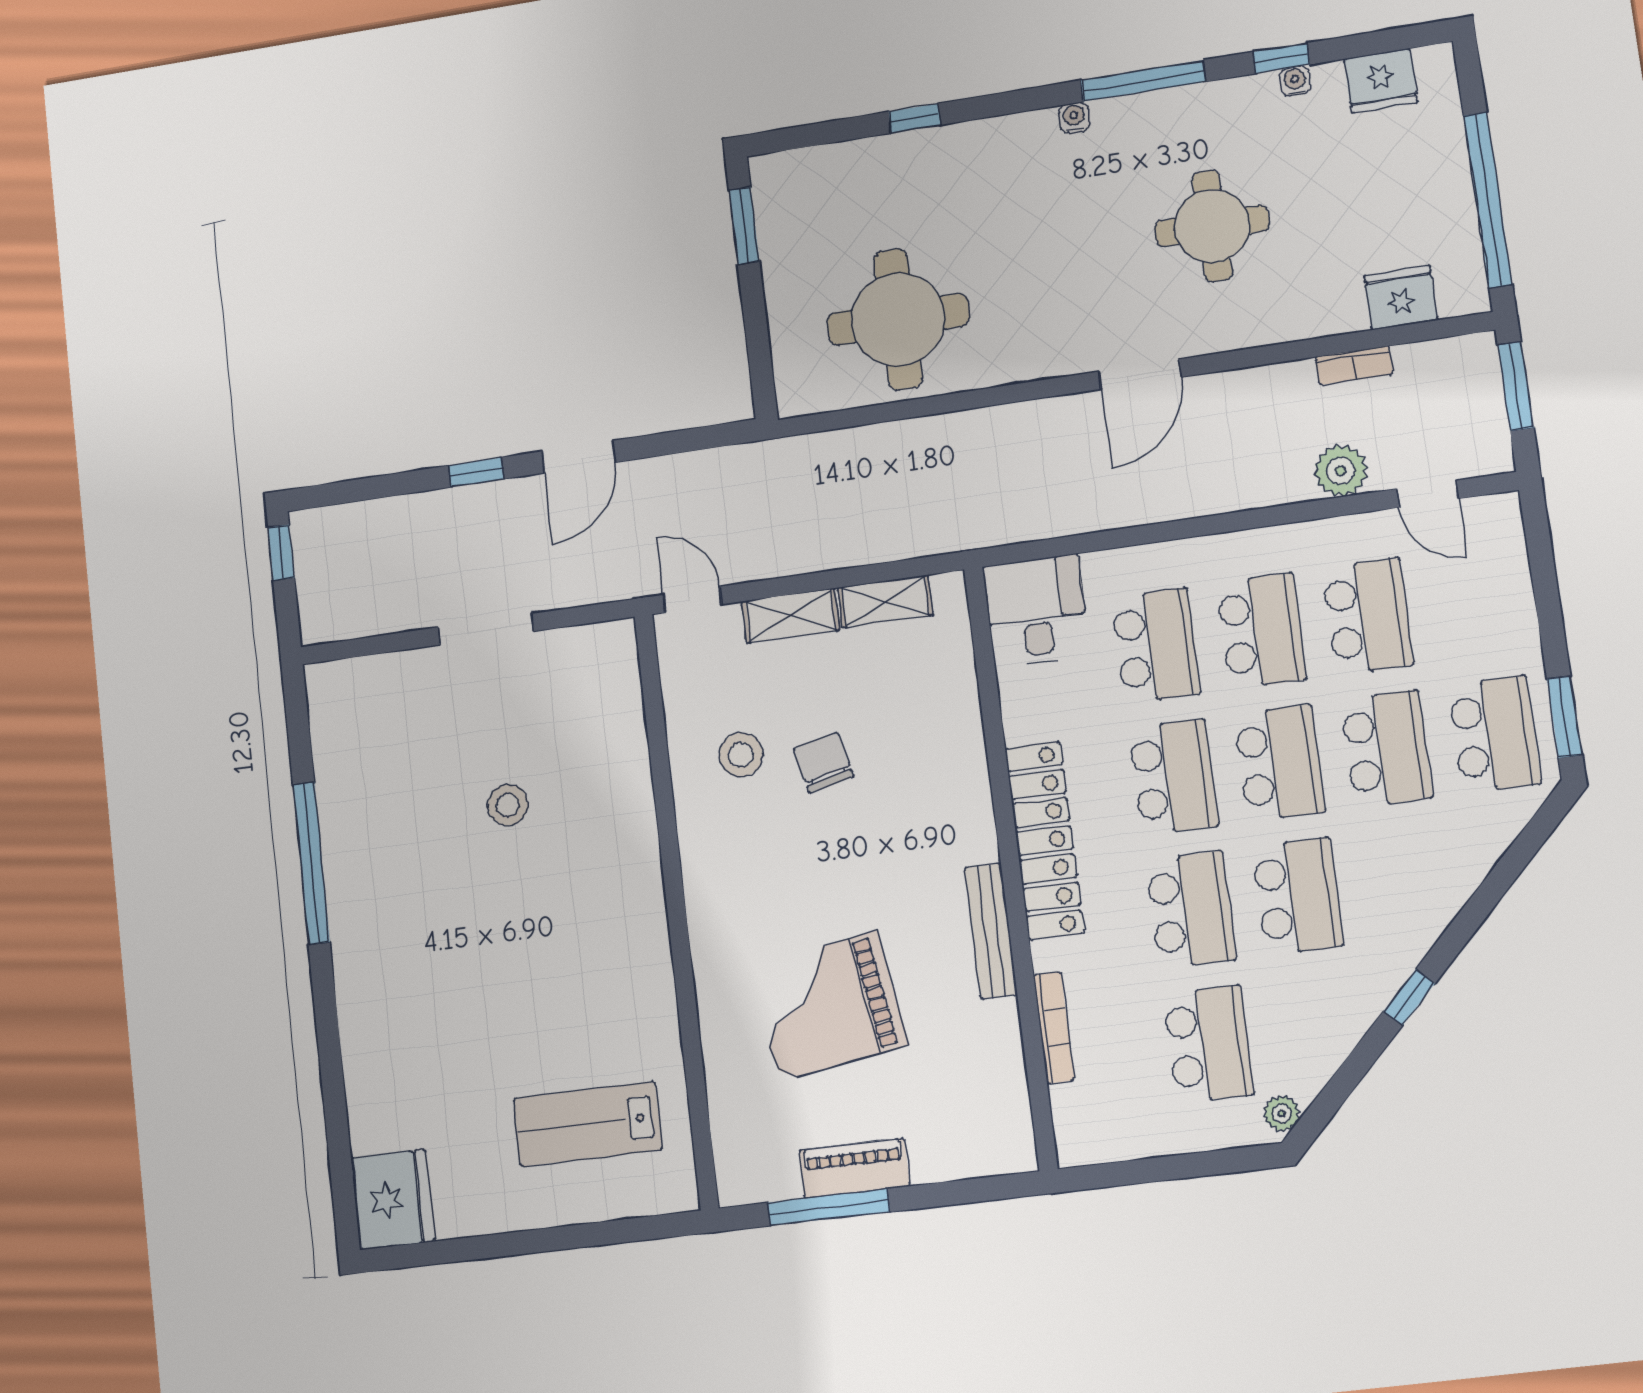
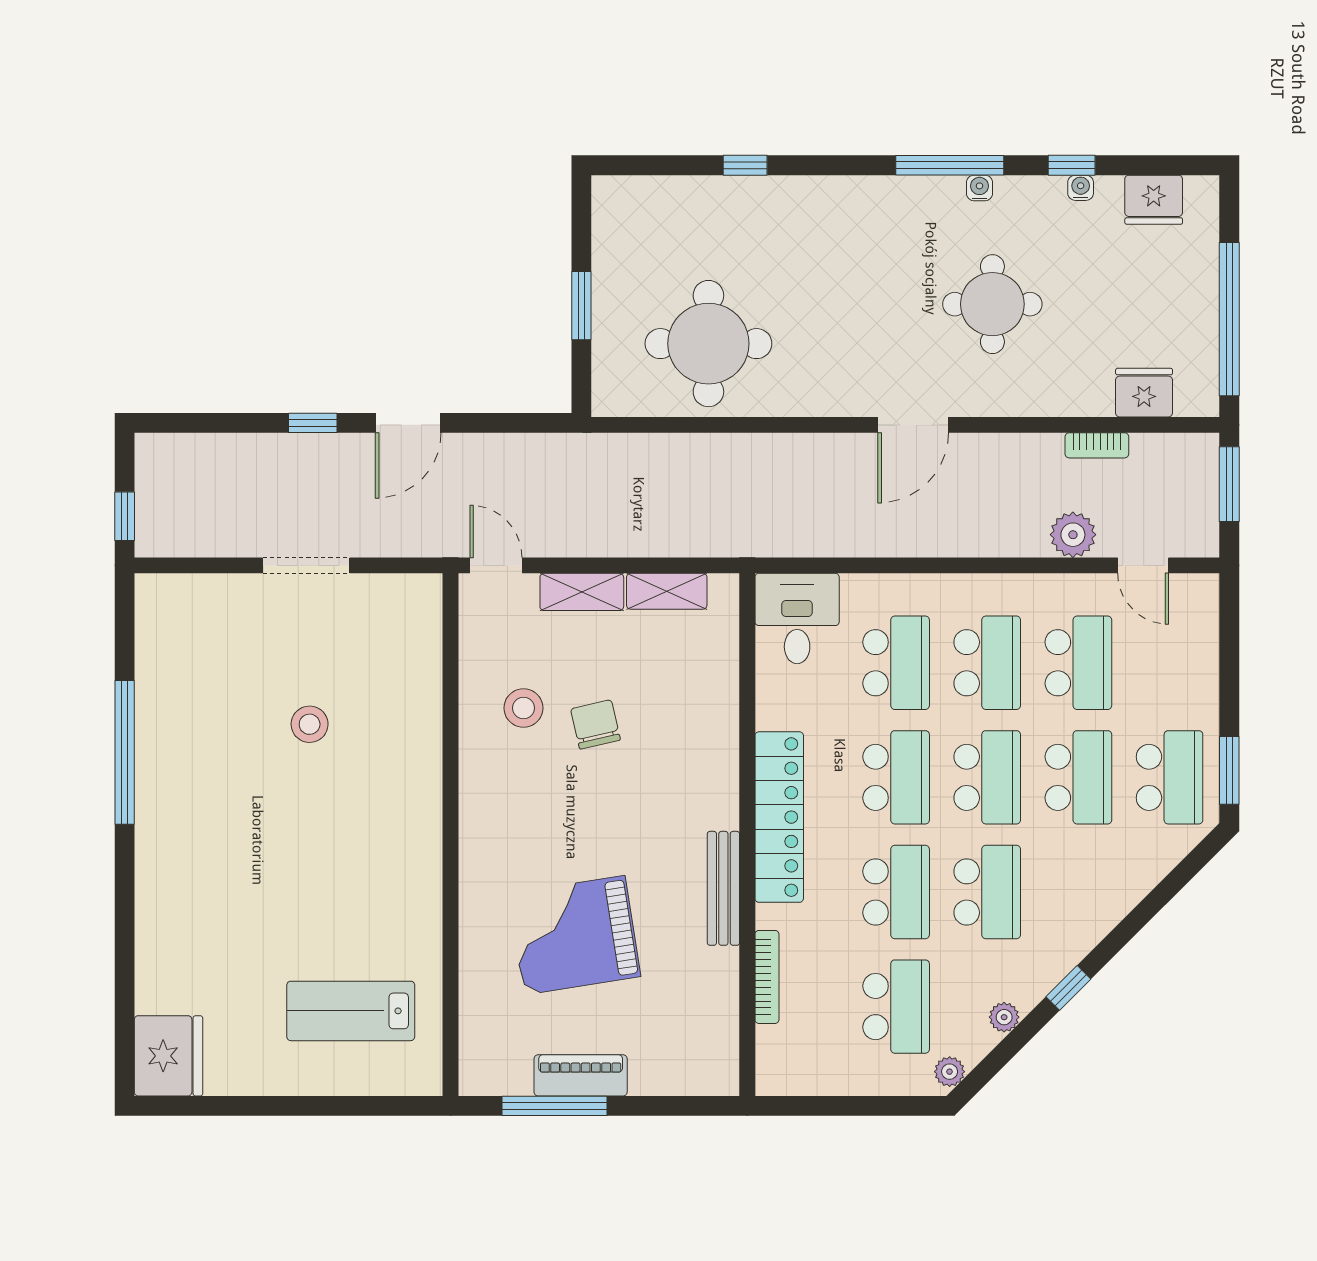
water cooler: (1074, 117) -> (979, 188), moved
window: (744, 226) -> (581, 306), moved
window: (281, 553) -> (125, 516), moved
plant: (1338, 1041) -> (1004, 1017), added

